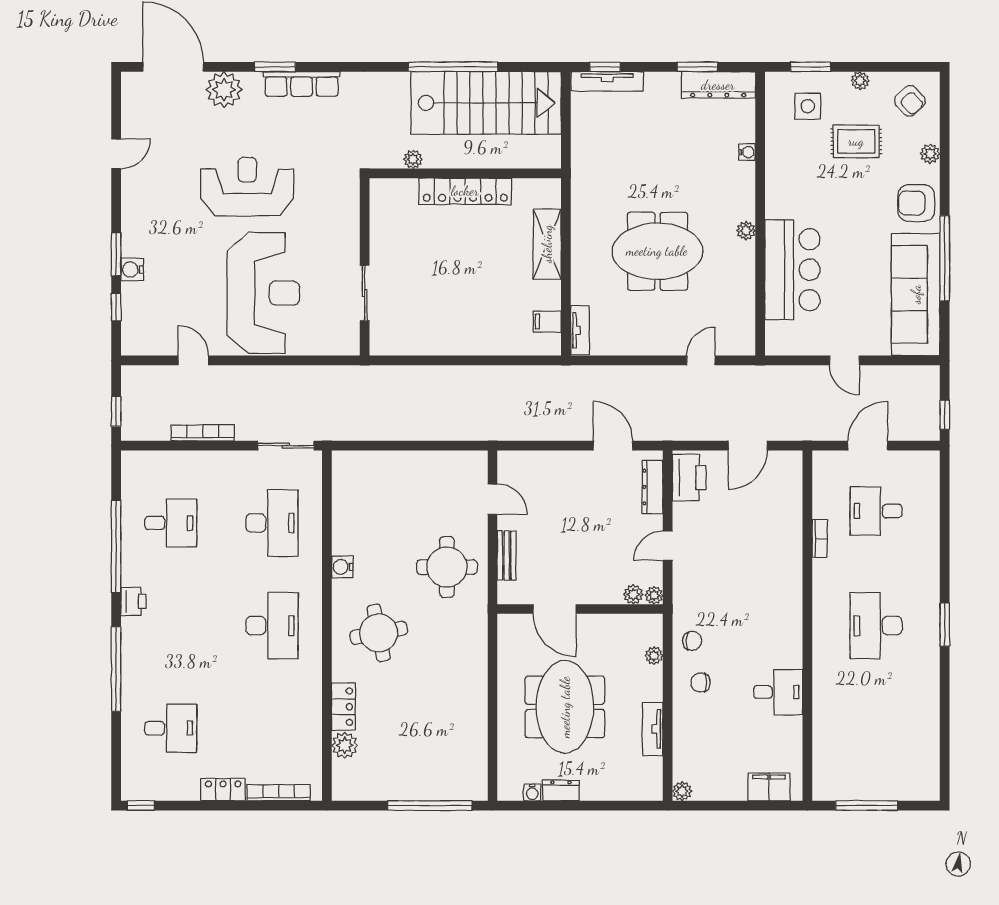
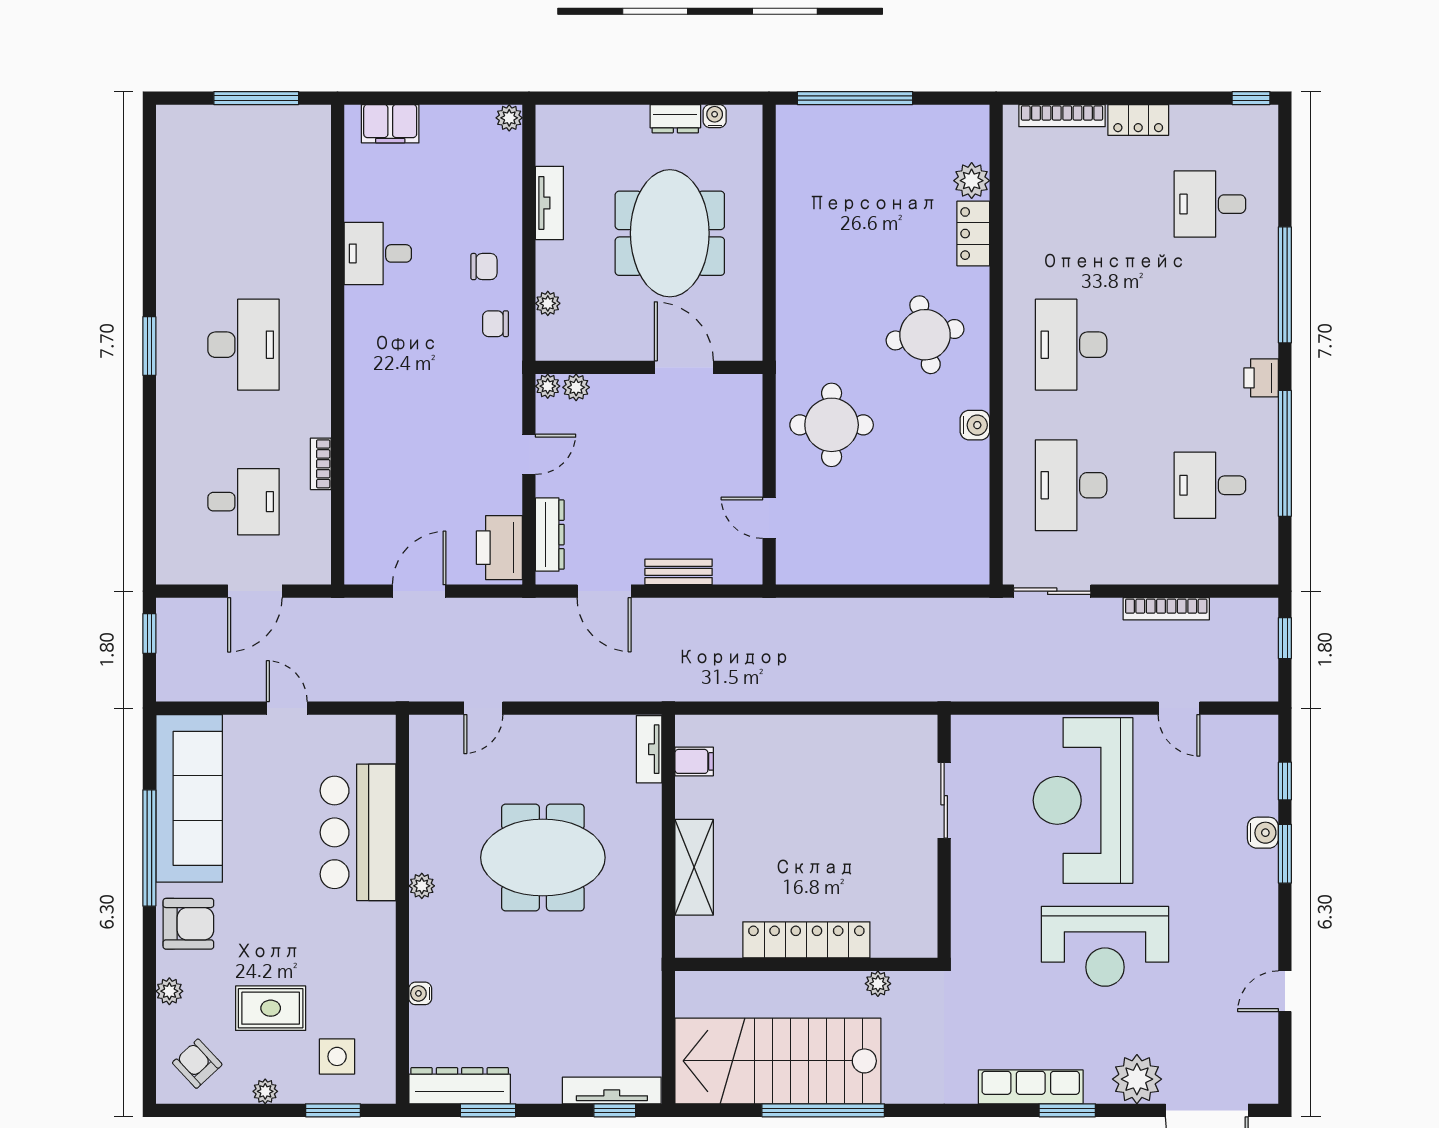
bench: (507, 555) -> (679, 572), moved, turned 90

